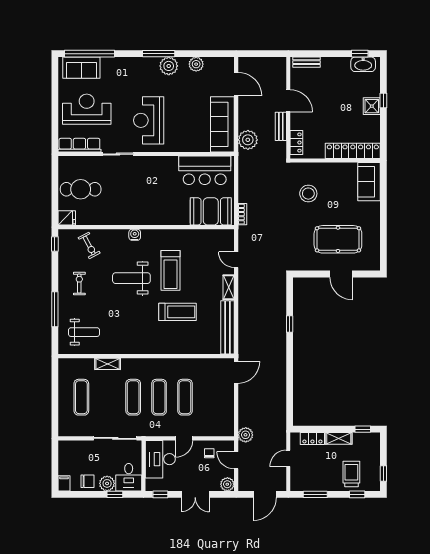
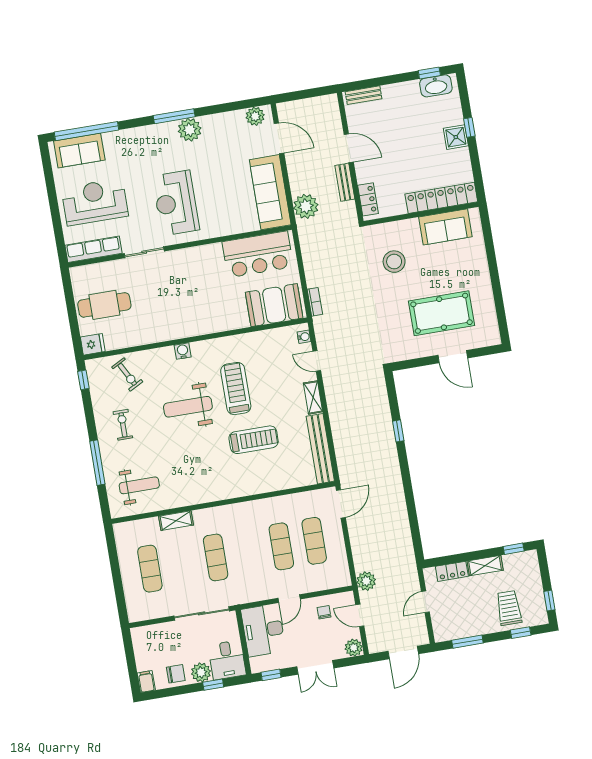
plant: (196, 64) -> (255, 116), moved
sofa: (369, 182) -> (445, 227), moved, turned -90
water cooler: (229, 240) -> (304, 337), added
treadmill: (171, 270) -> (236, 389), turned 180
exercise mat: (159, 397) -> (314, 541), moved

